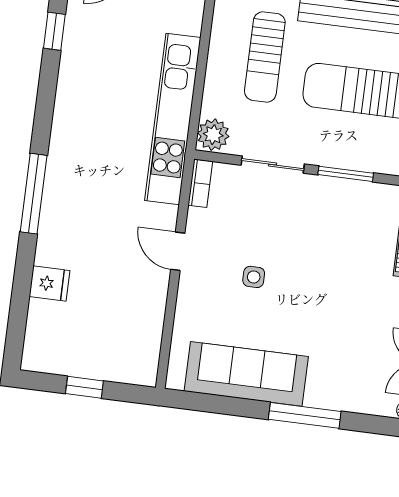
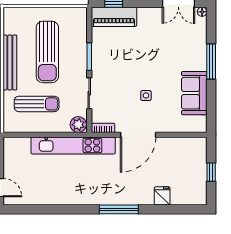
window: (54, 31) -> (37, 209), removed
door: (178, 251) -> (138, 135), width x1.87
sofa: (246, 374) -> (194, 93), width x0.73

